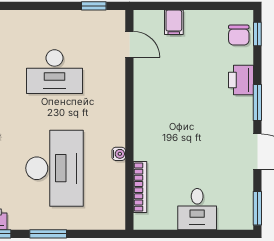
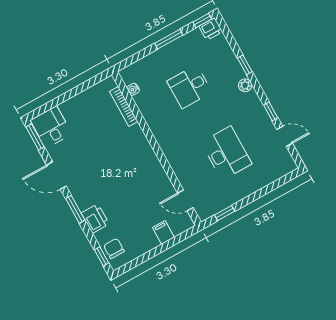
desk: (54, 72) -> (226, 153), turned 90
water cooler: (119, 154) -> (133, 89), moved
desk: (54, 168) -> (189, 87), width x0.53, depth x0.77
desk: (197, 209) -> (51, 127), moved

